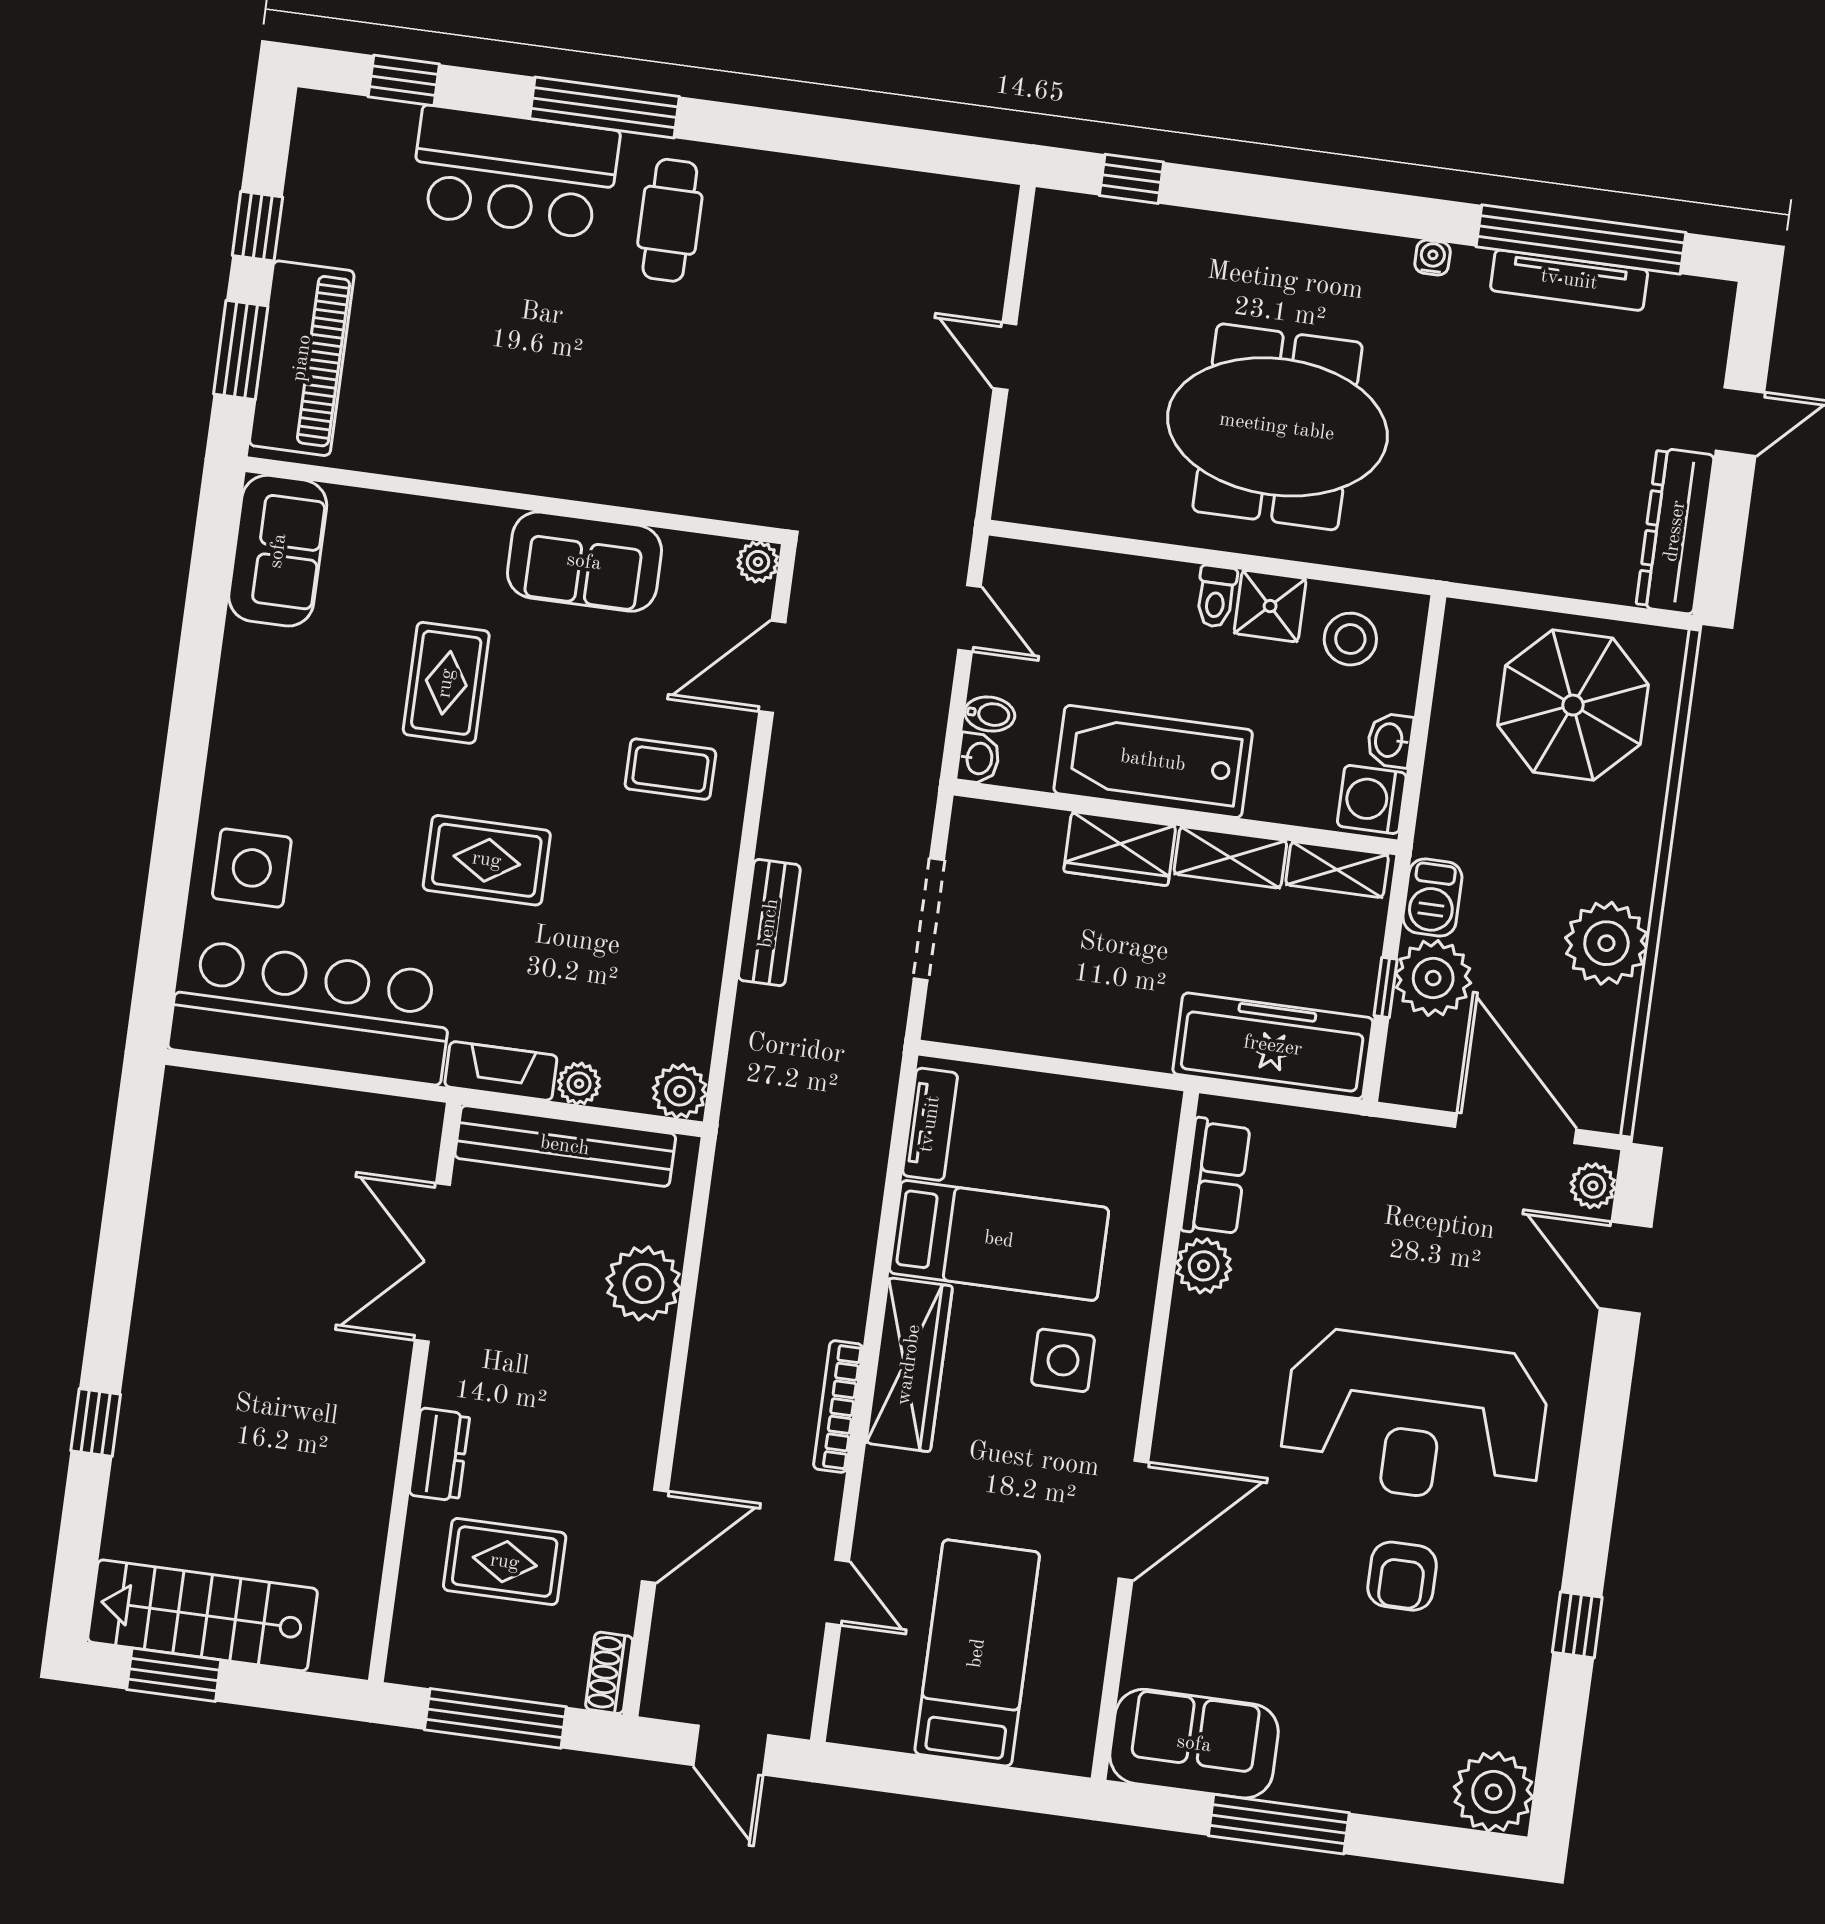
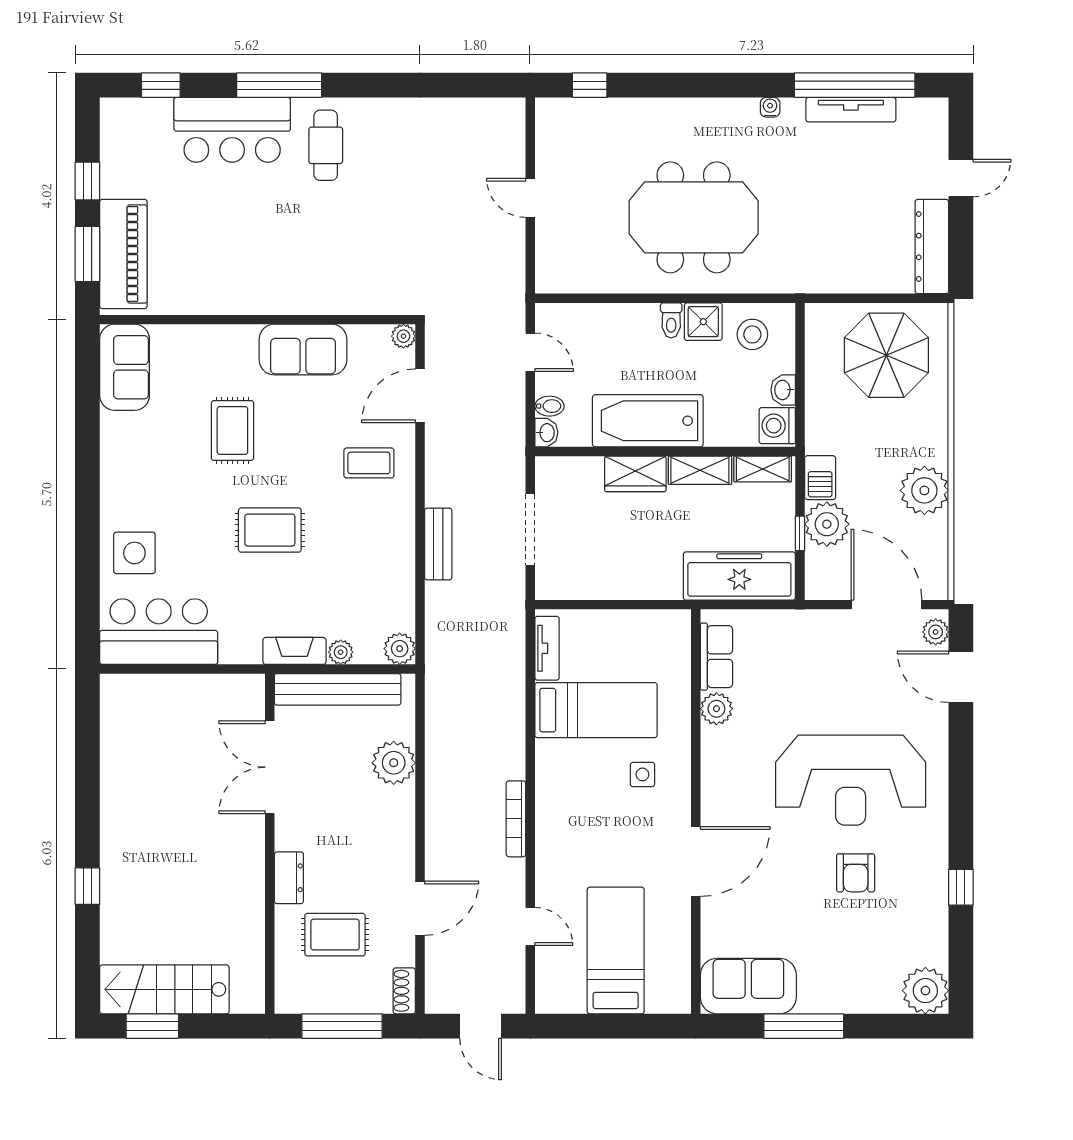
bar counter: (311, 1012) -> (159, 632), width x0.73
side table: (1063, 1360) -> (642, 774), width x0.73, depth x0.73
wardrobe: (909, 1365) -> (554, 789), removed

